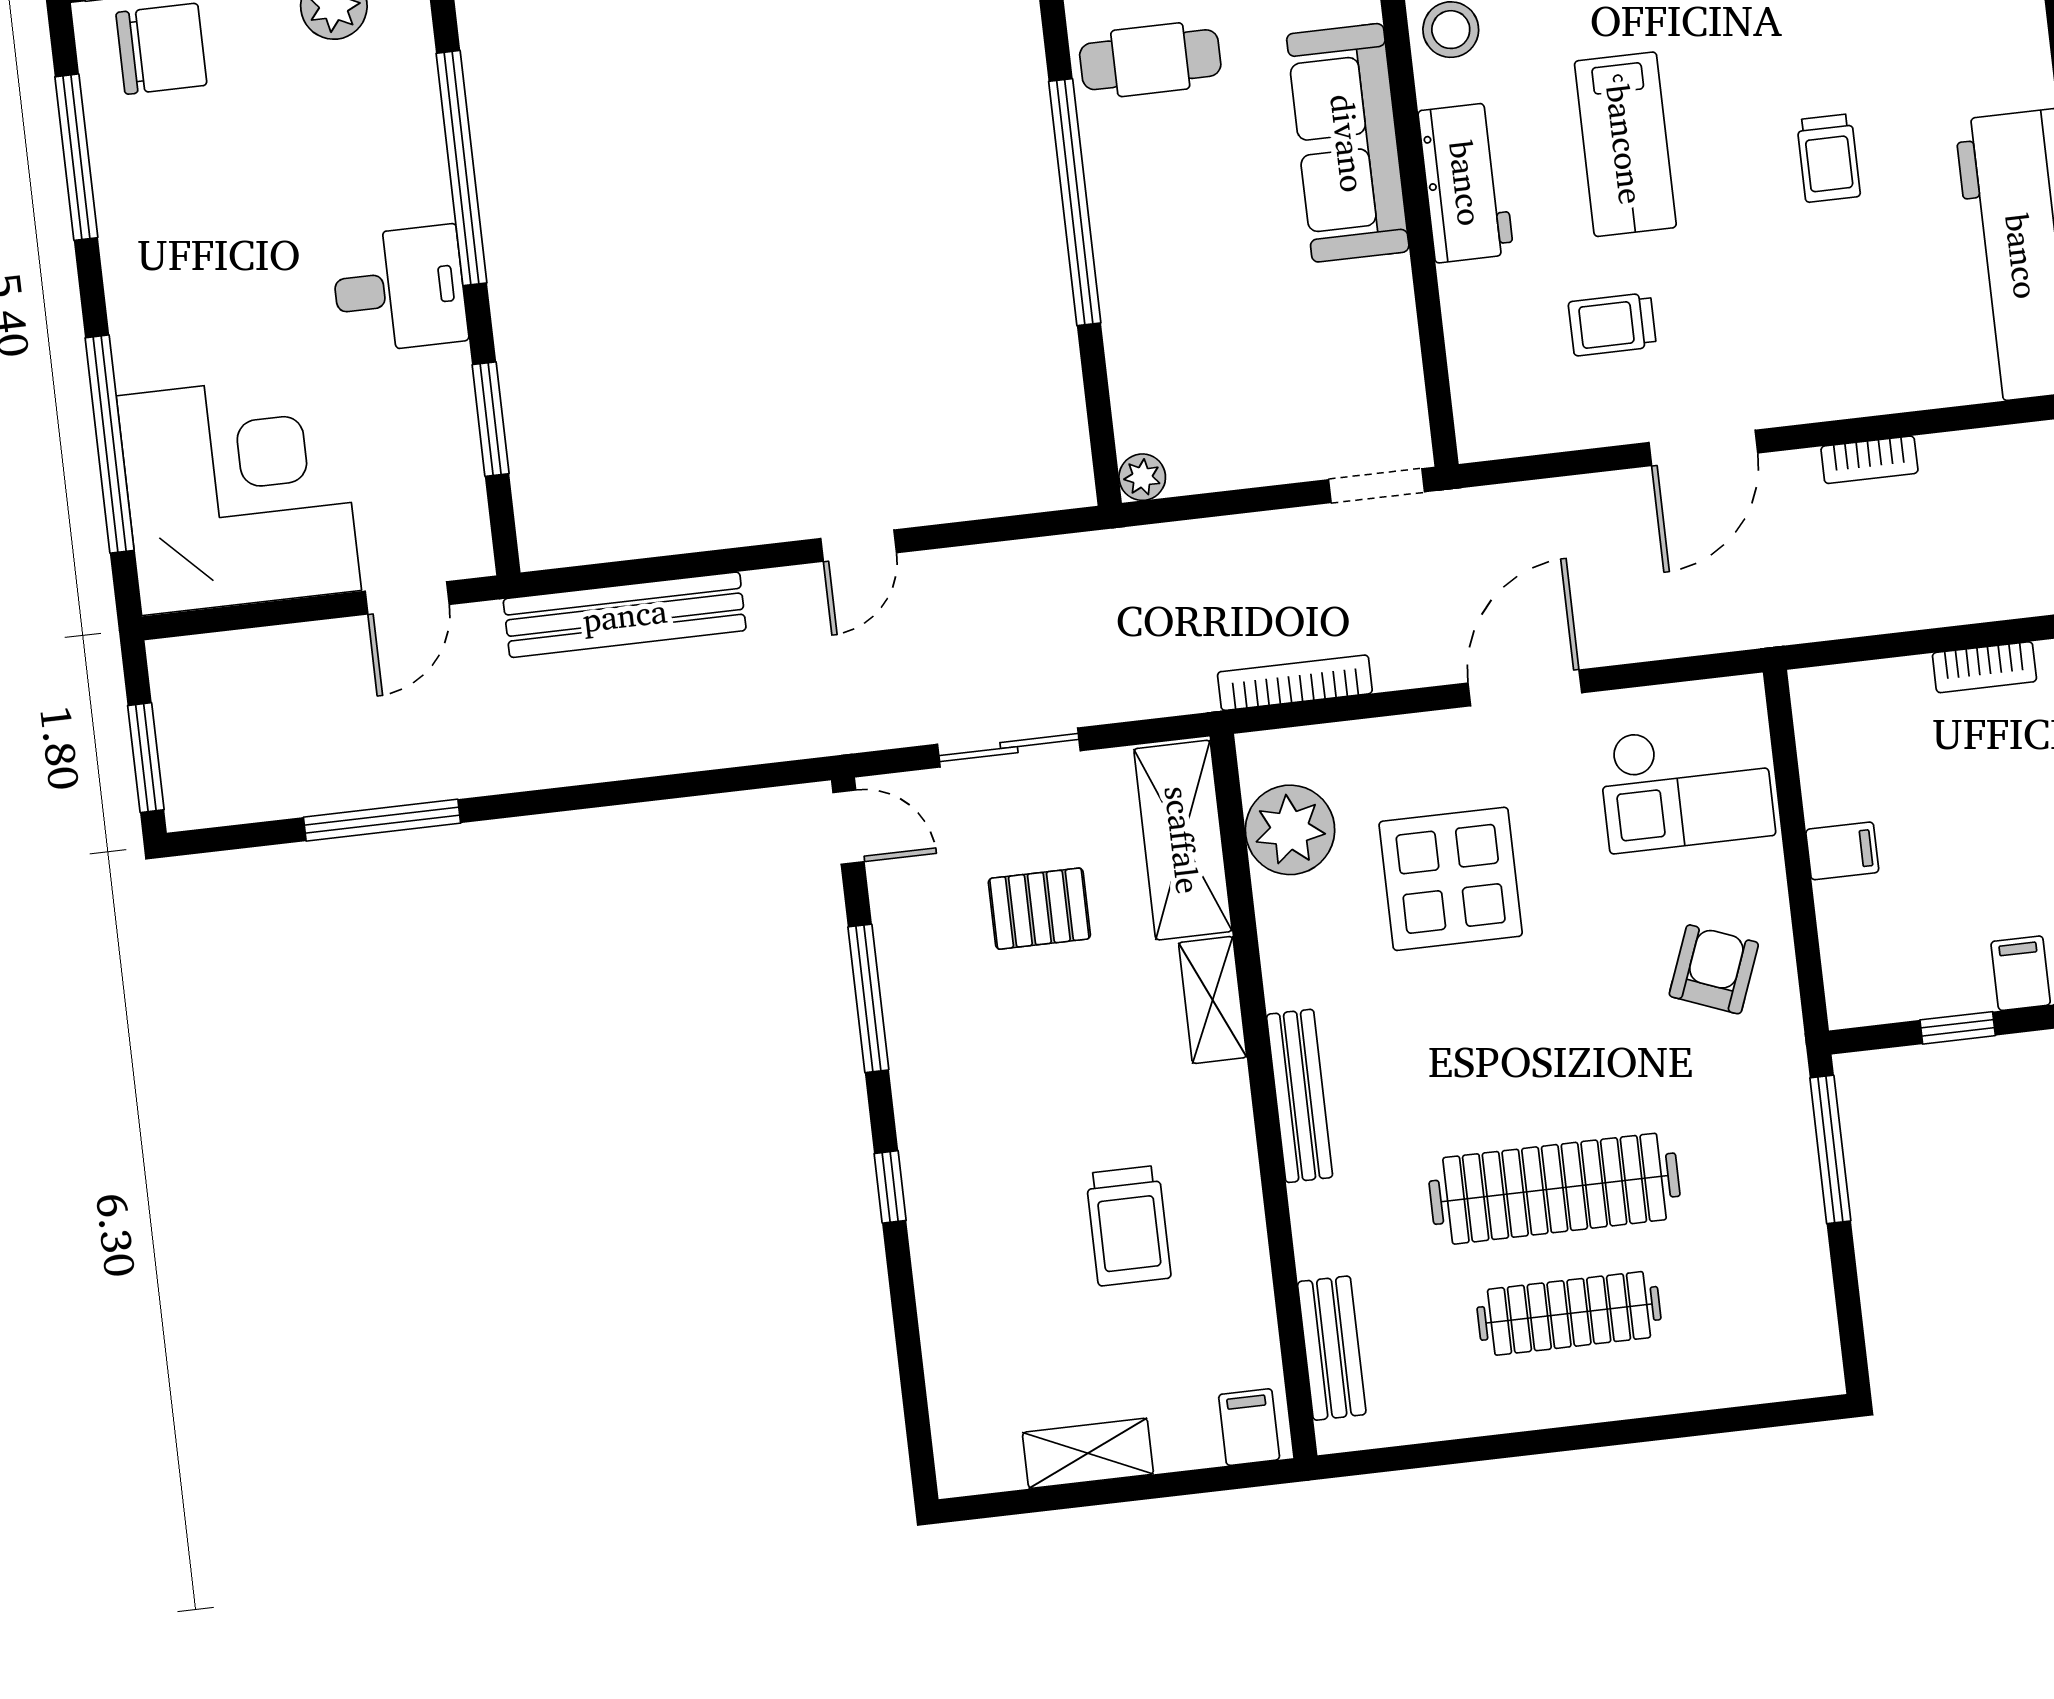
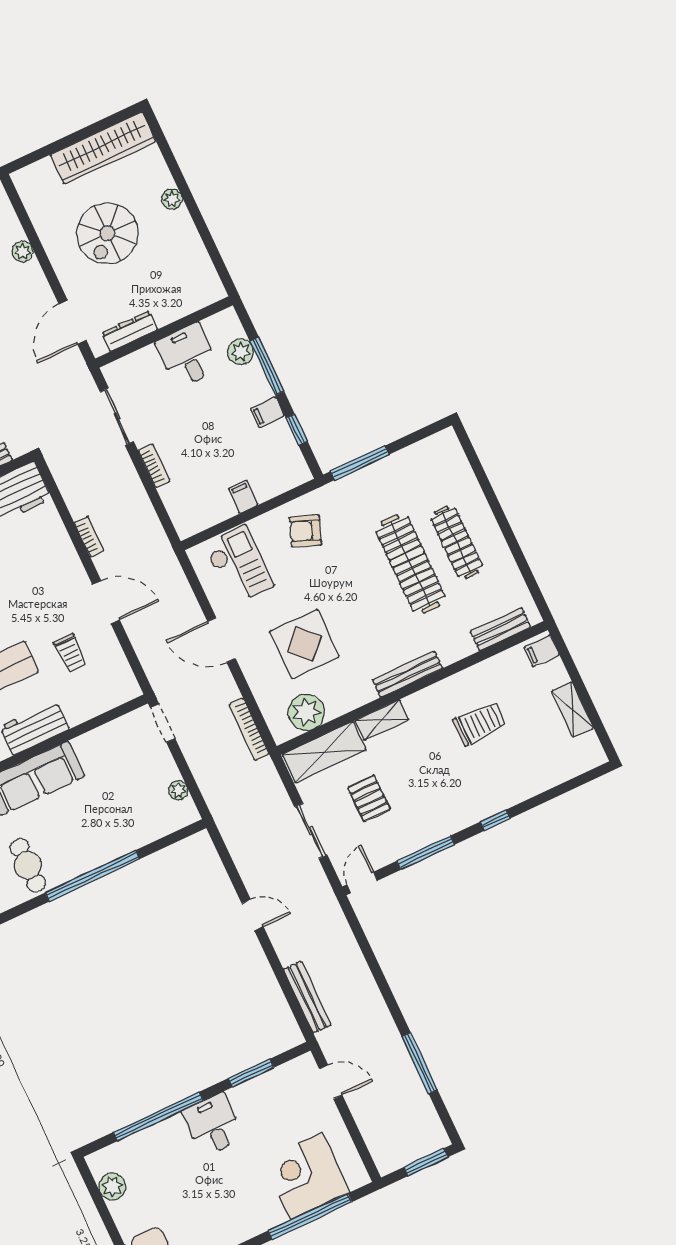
plant: (1142, 477) -> (178, 790), moved
corner desk: (239, 493) -> (306, 1176), width x0.74, depth x0.74
bench: (625, 615) -> (307, 997), width x0.73, depth x0.82

